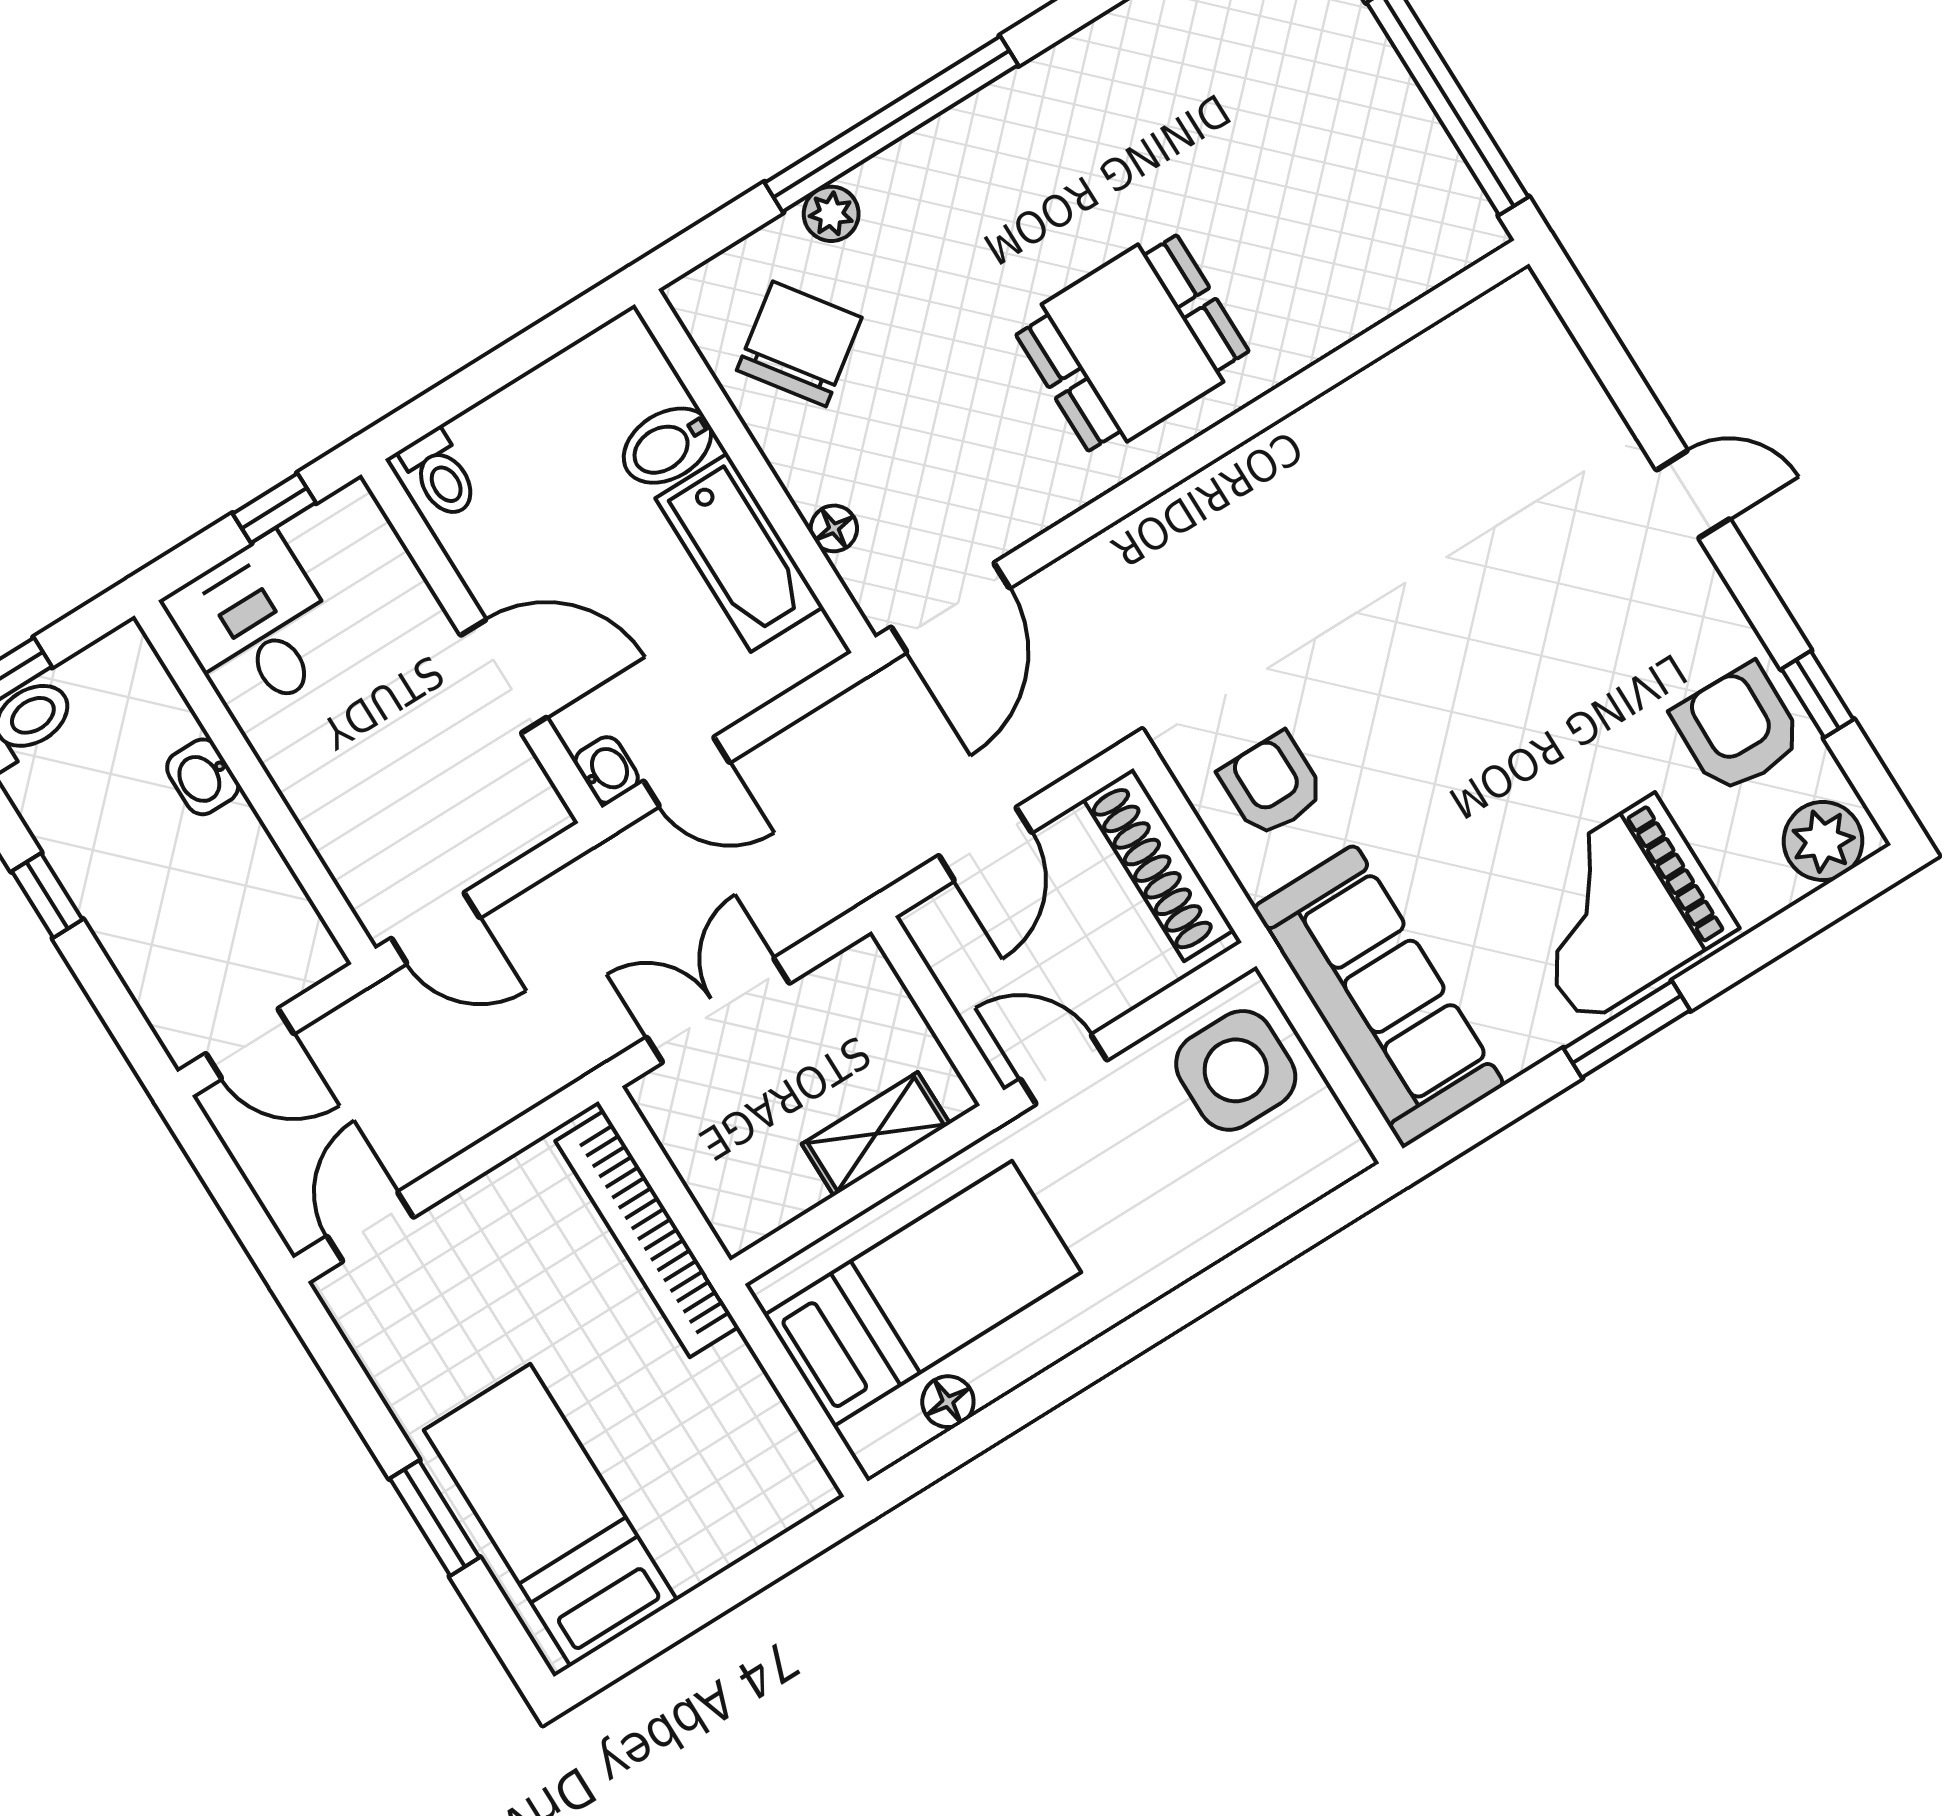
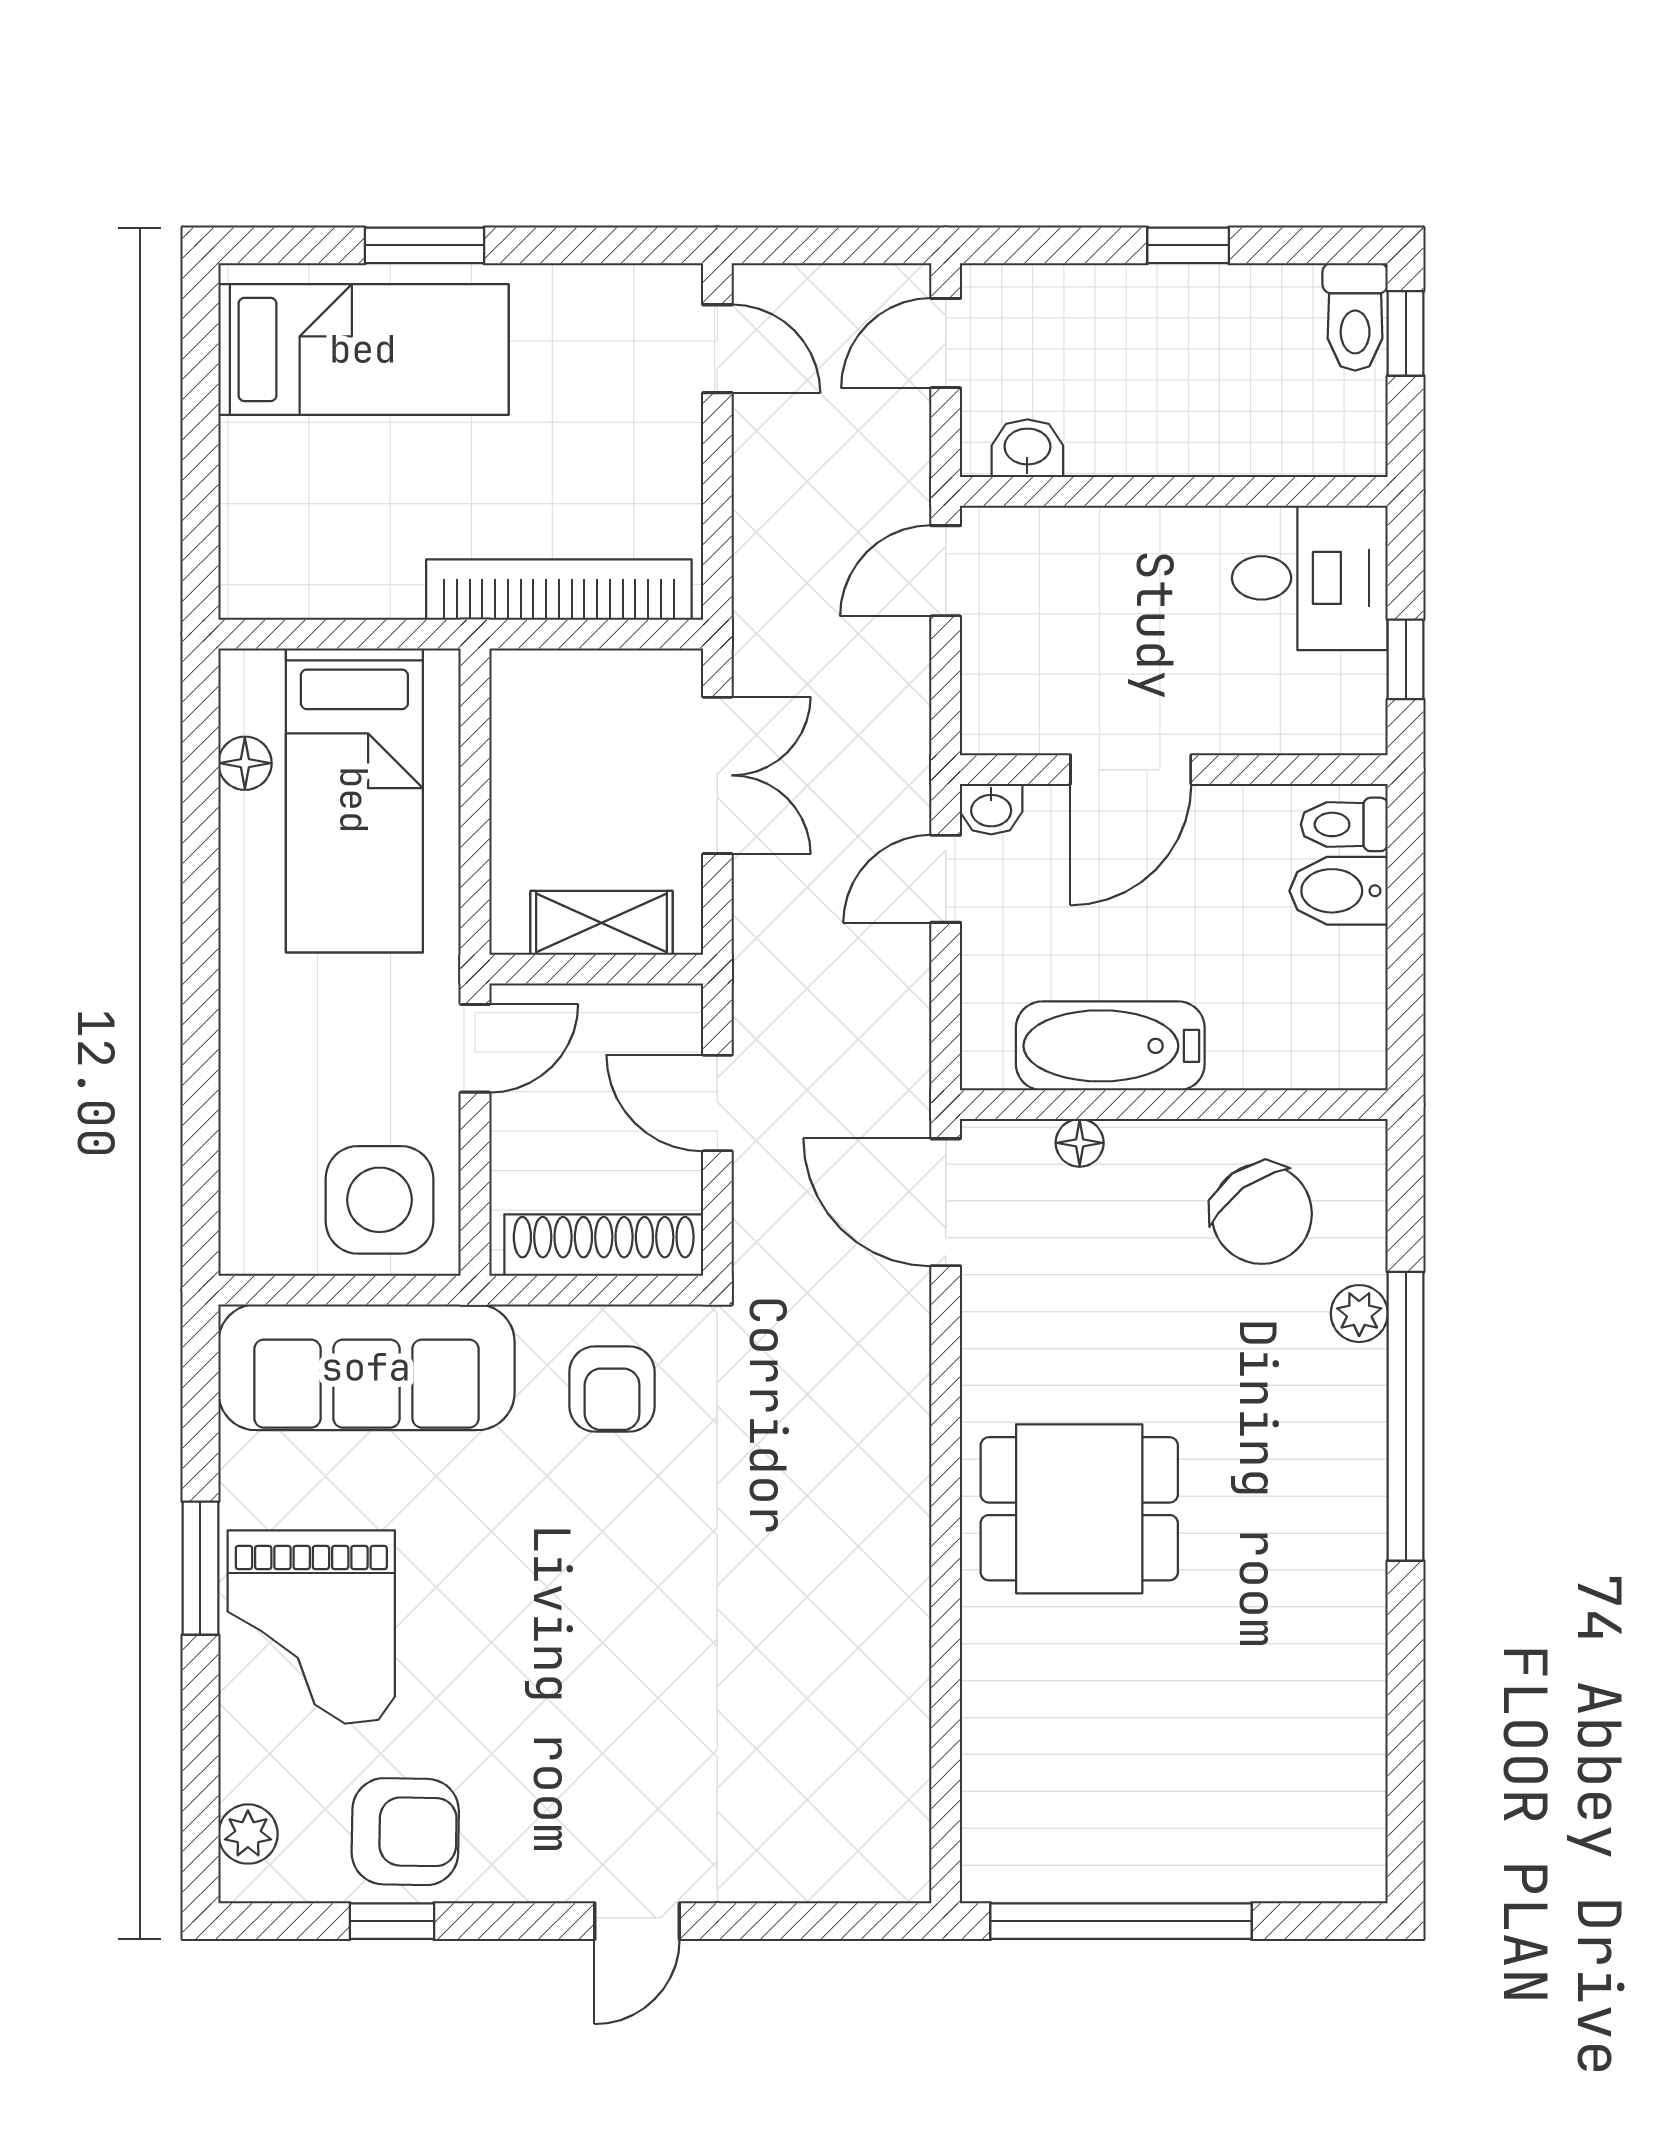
dining table: (1132, 343) -> (1079, 1509), turned 90
bidet: (667, 446) -> (1339, 891), moved, turned -90
washbasin: (203, 777) -> (1027, 448), moved
armchair: (1272, 785) -> (612, 1389), turned 90
plant: (1823, 841) -> (248, 1834), width x0.73, depth x0.73
grand piano: (1619, 909) -> (311, 1627), turned 180
shelving: (876, 1134) -> (602, 923), moved, turned 90

